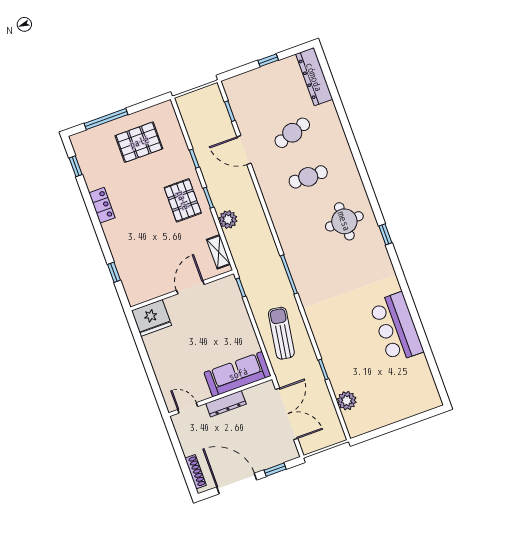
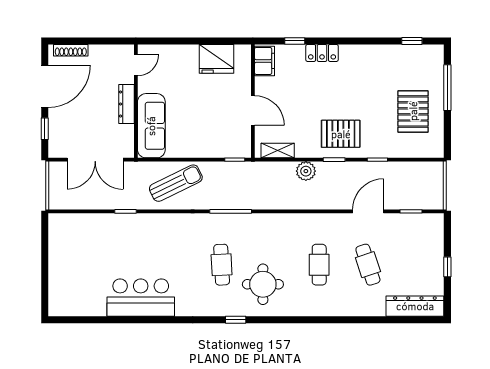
locker: (102, 205) -> (322, 53), moved
cafe table: (340, 265) -> (222, 265), added
filing cabinet: (142, 293) -> (264, 61), added
fridge: (151, 318) -> (216, 59), moved, turned -90
sun lounger: (281, 333) -> (176, 183), turned -35
plant: (347, 401) -> (87, 223), removed

